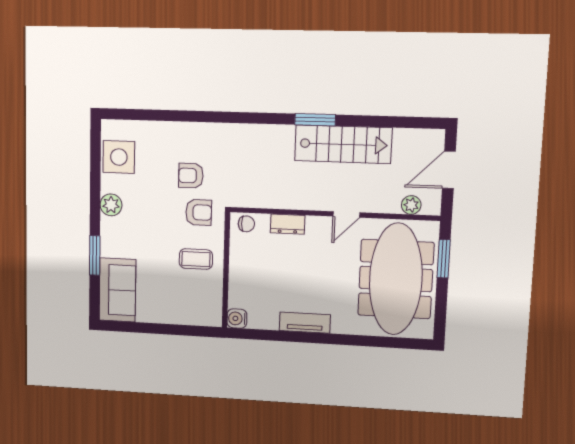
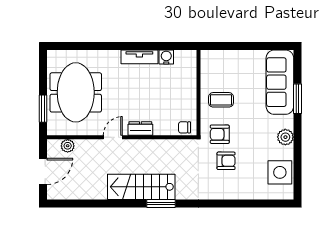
window: (315, 120) -> (161, 203), moved
stairs: (343, 144) -> (141, 187), moved
dresser: (288, 224) -> (140, 128), moved
meeting table: (396, 279) -> (76, 92), width x0.73
sofa: (117, 290) -> (280, 82), width x1.36
water cooler: (237, 319) -> (166, 57), moved, turned -90

